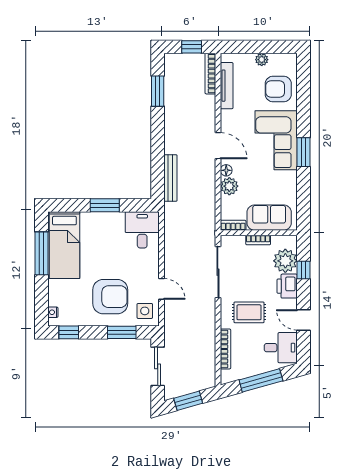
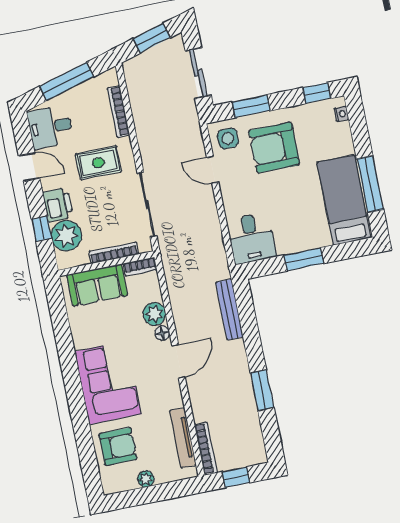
window: (158, 91) -> (262, 390), moved
door: (218, 146) -> (178, 361), swing flipped
window: (303, 152) -> (71, 375), removed
bookcase: (258, 240) -> (114, 253), width x1.56

